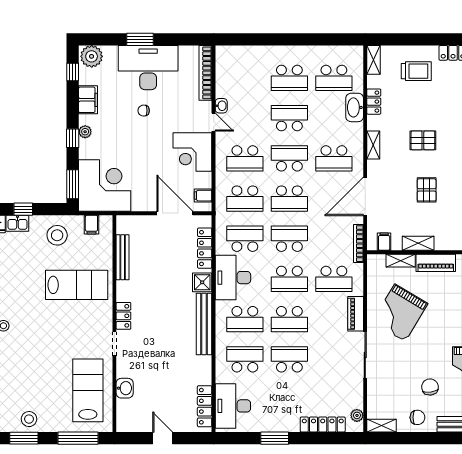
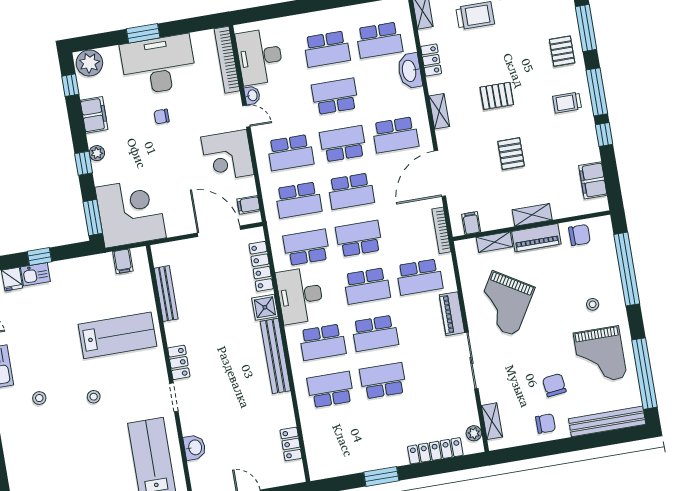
stool: (57, 235) -> (94, 397), moved, width x0.53, depth x0.53
shelving: (418, 243) -> (532, 215), moved
locker: (205, 406) -> (291, 444), width x0.66
desk: (233, 406) -> (260, 57), moved
shelving: (382, 426) -> (492, 421), moved, turned 90

